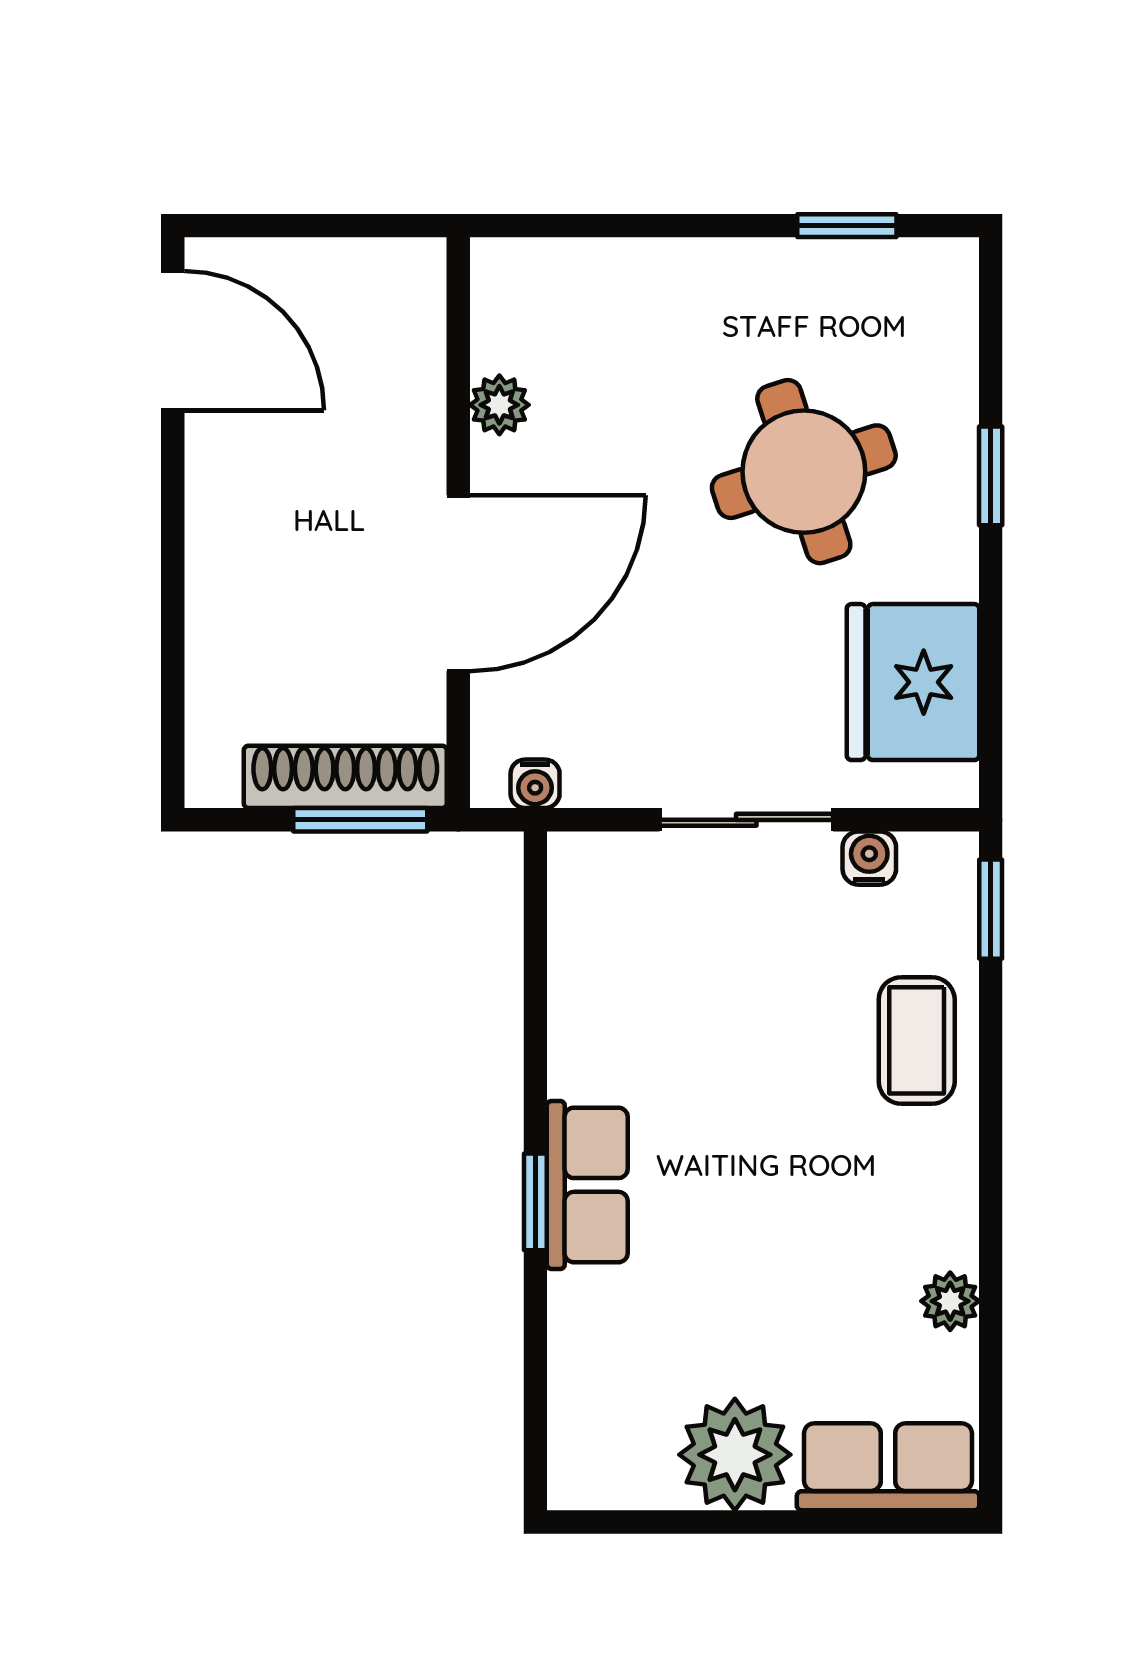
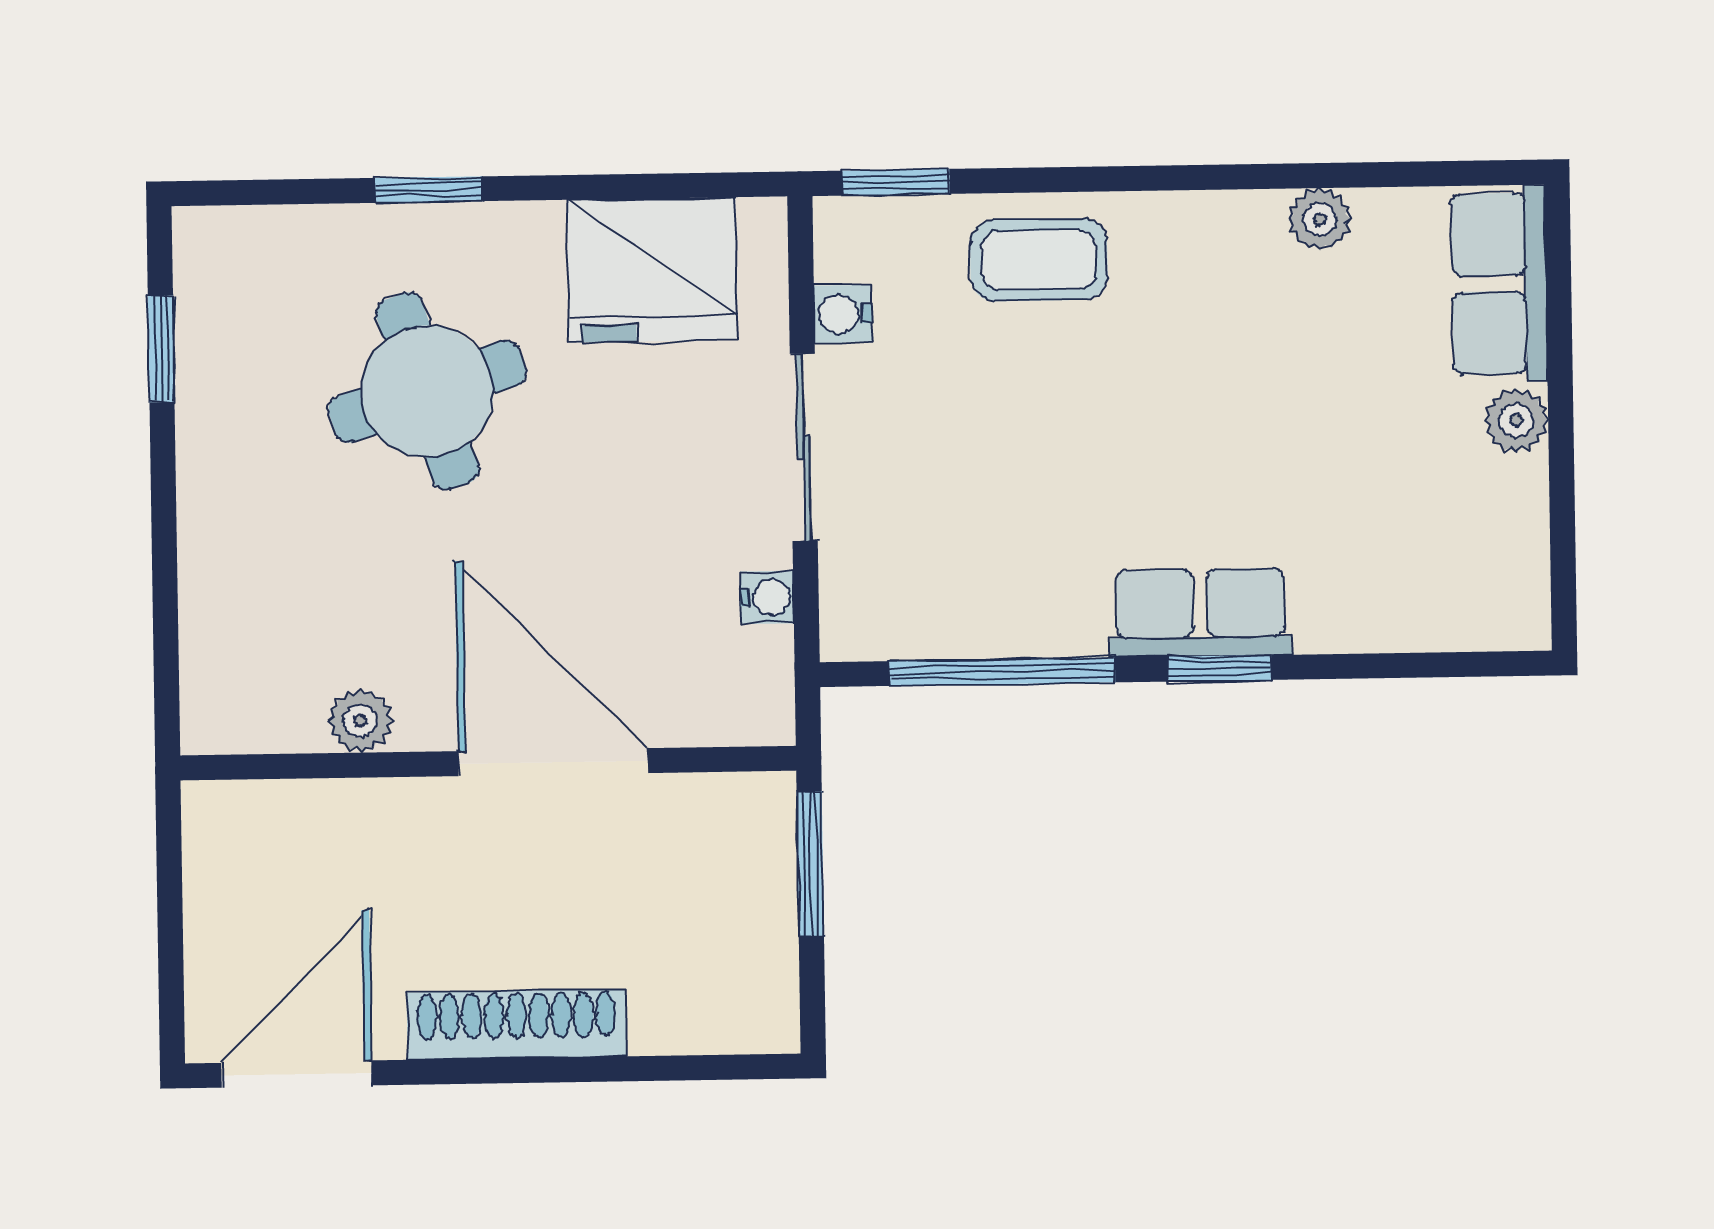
shoe rack: (345, 777) -> (517, 1024), moved, turned 90
water cooler: (535, 784) -> (767, 597), moved
window: (535, 1001) -> (1002, 672), added
plant: (735, 1455) -> (1516, 420), width x0.53, depth x0.53

